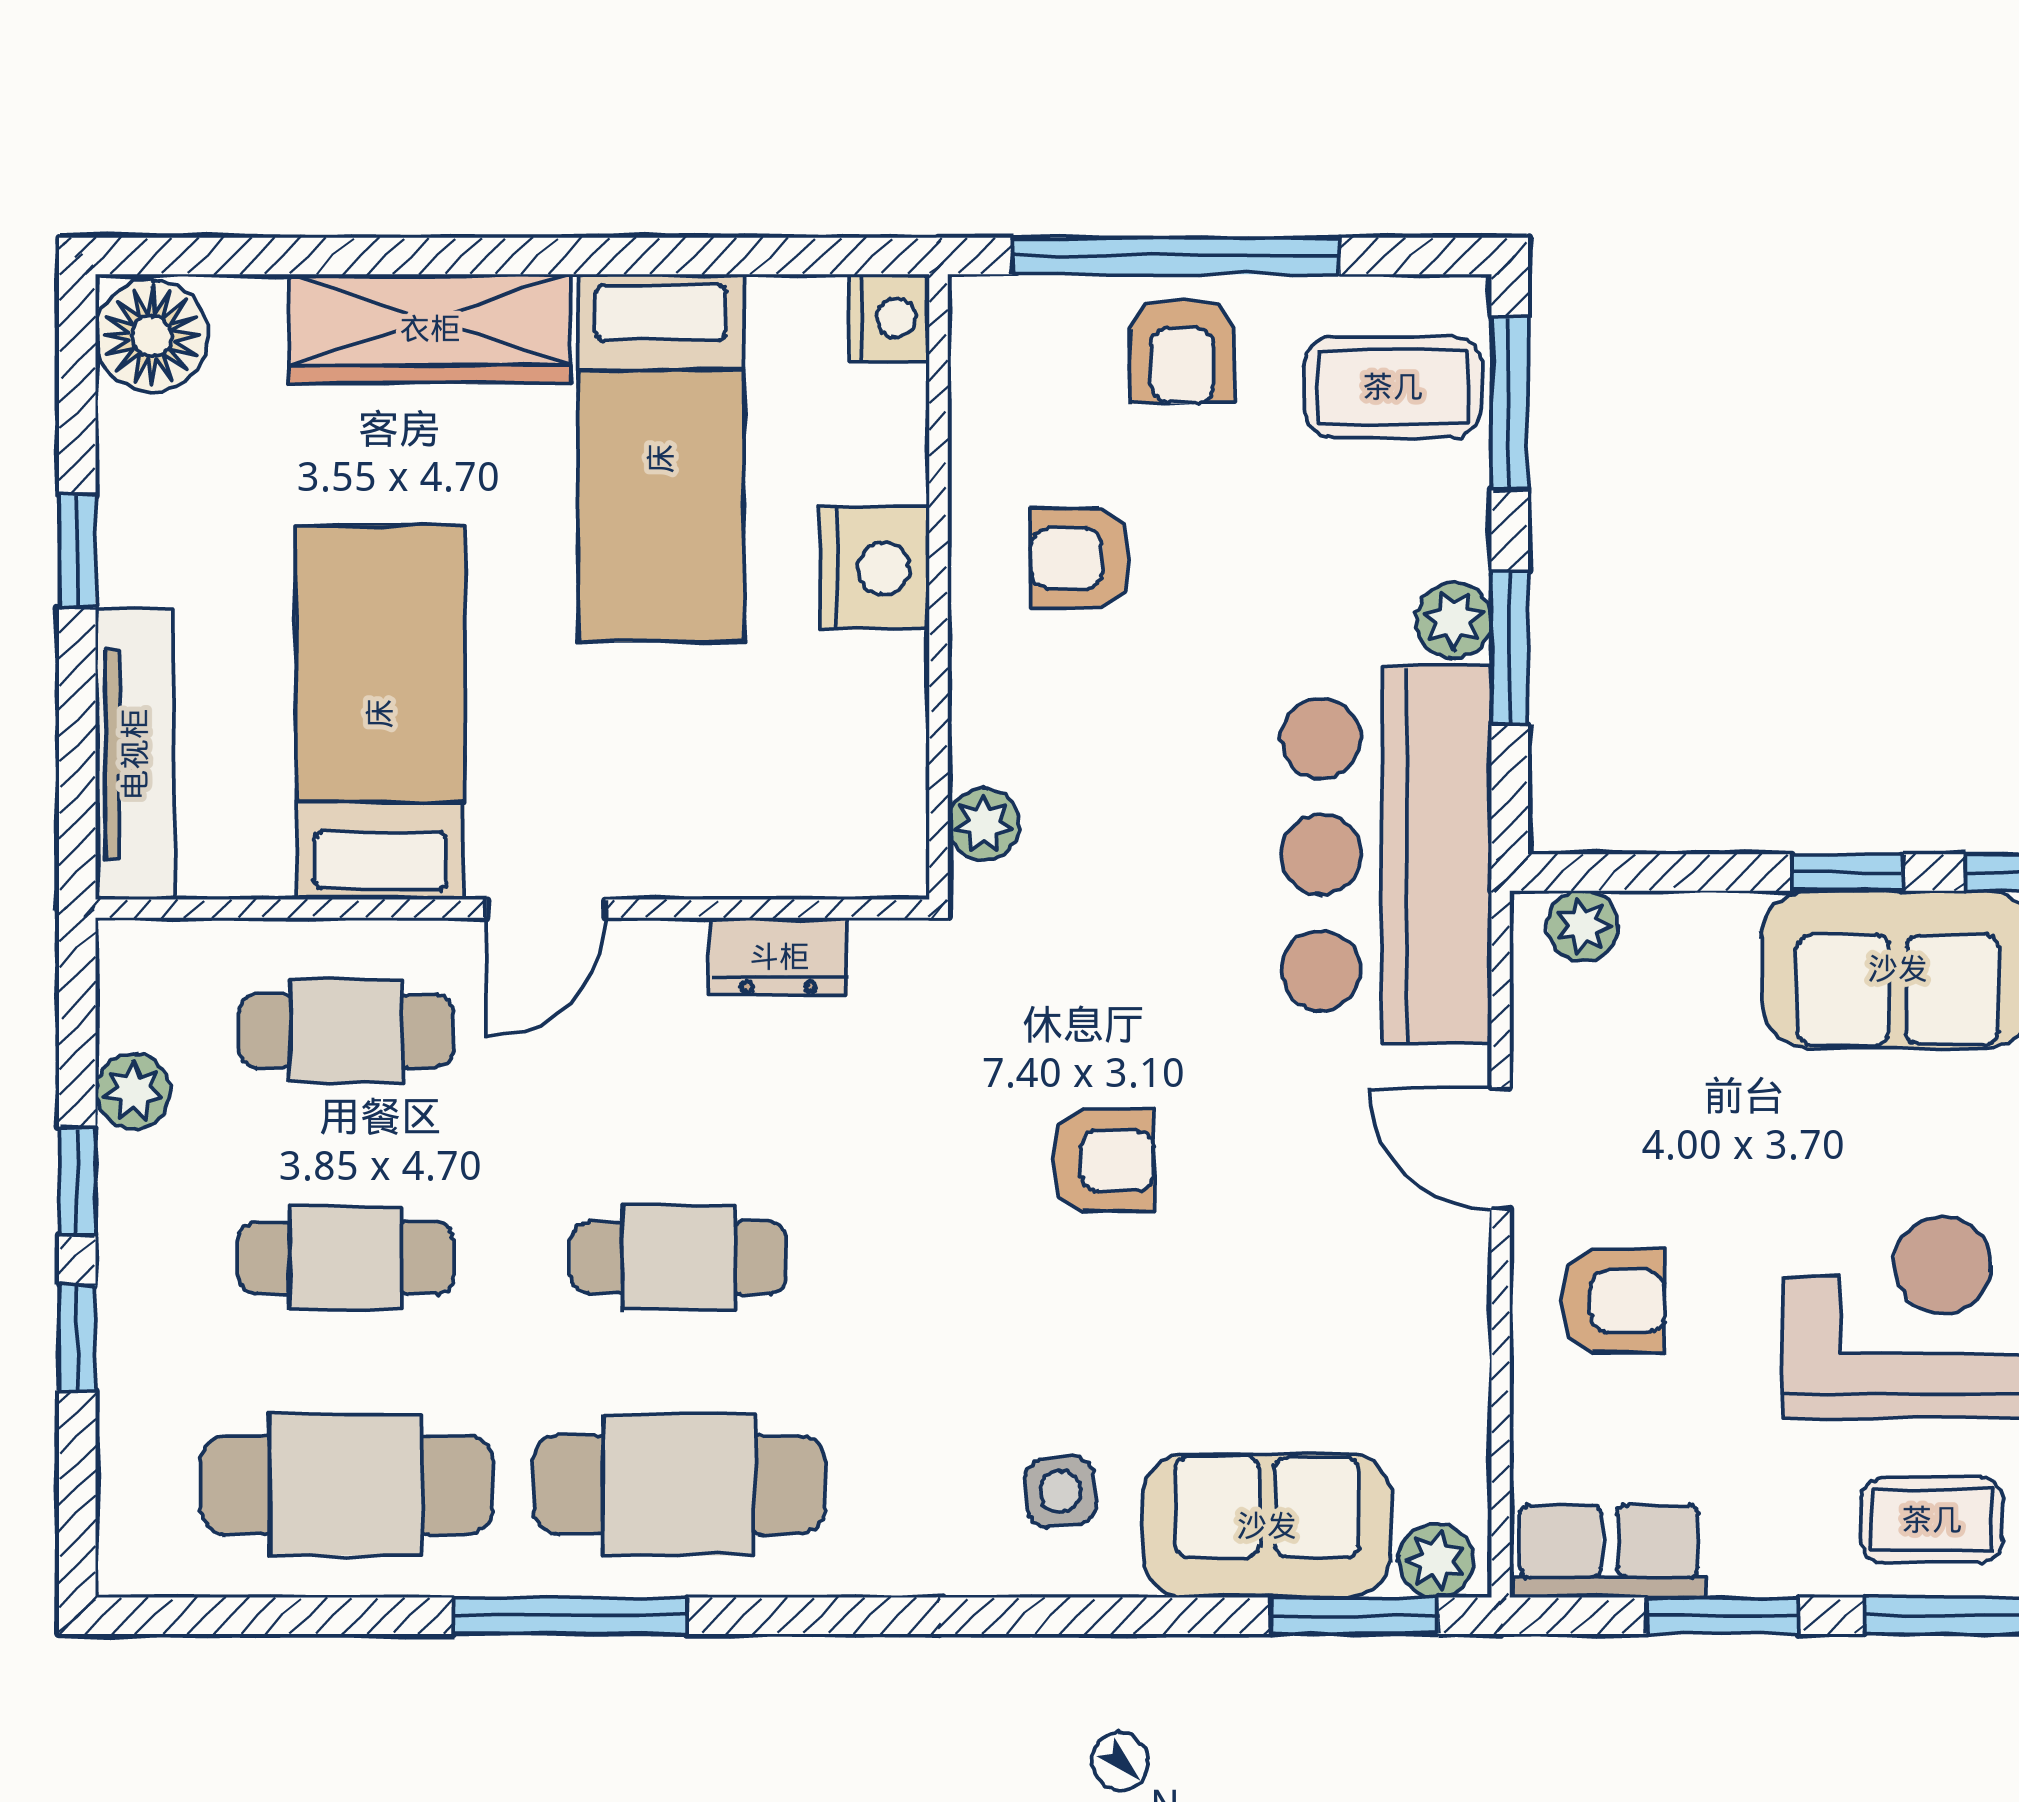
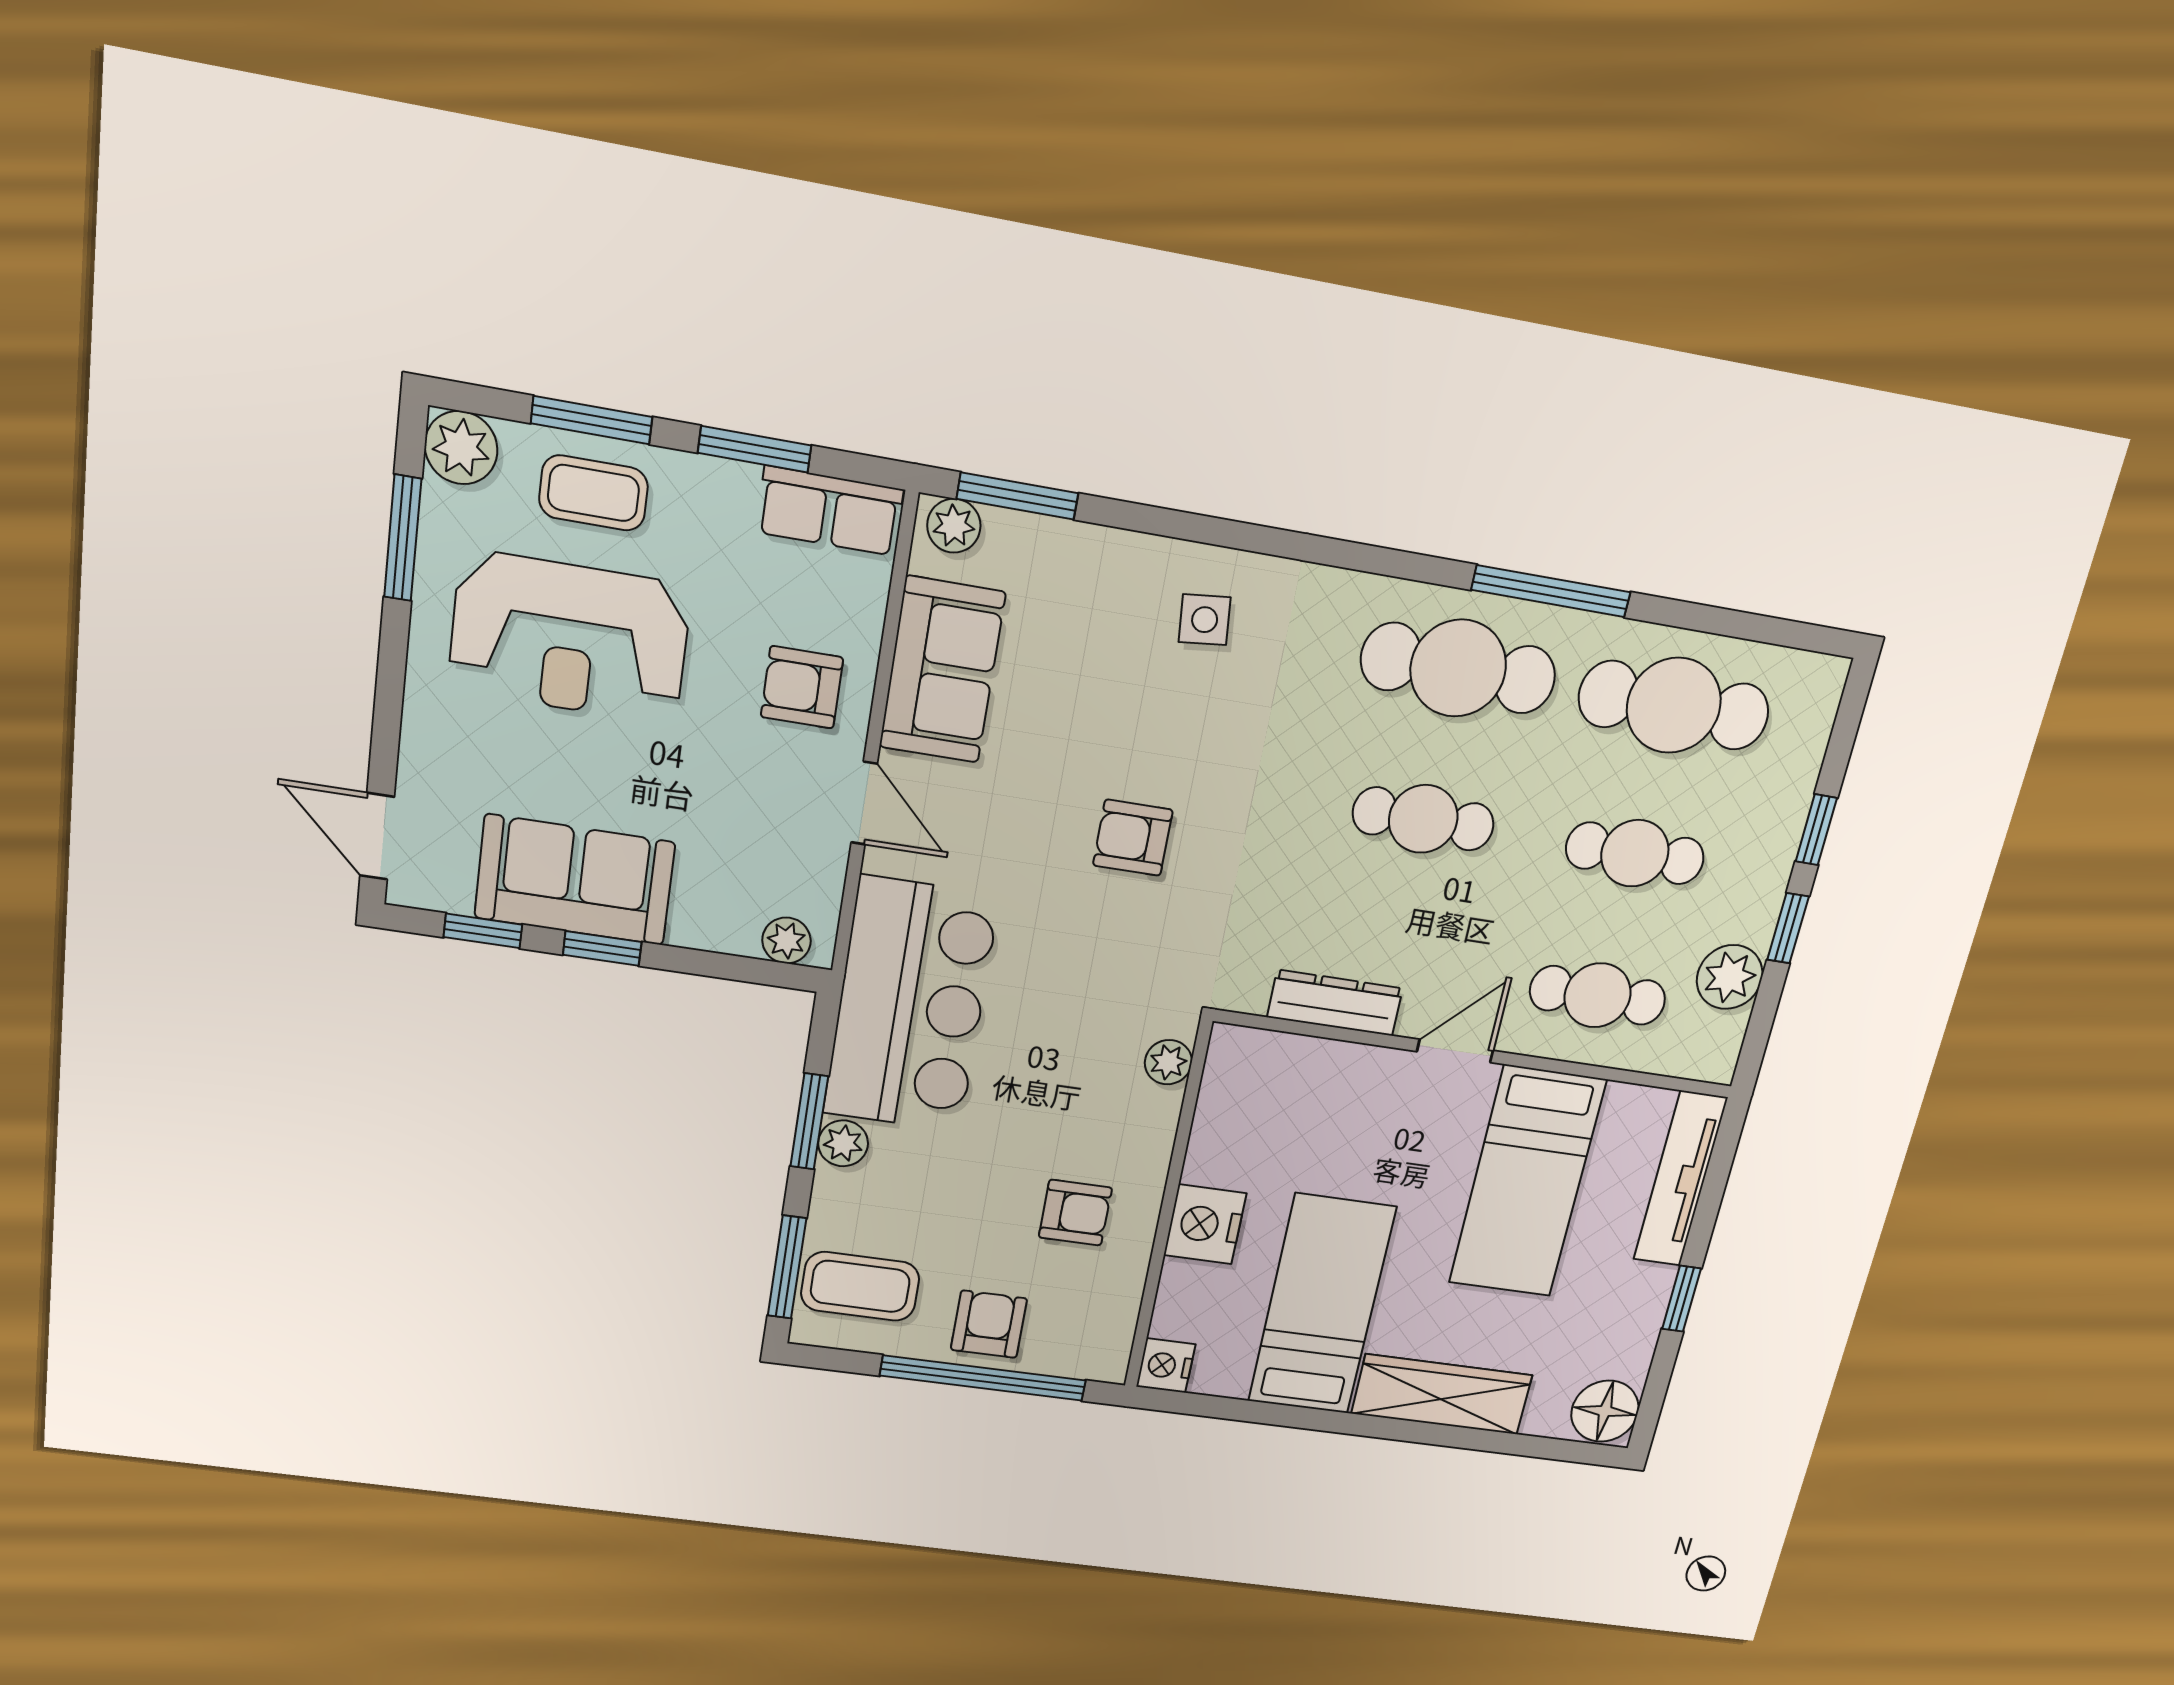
dresser: (779, 957) -> (1335, 1003), width x1.44
plant: (133, 1091) -> (1730, 977), width x1.38, depth x1.38
sofa: (1267, 1526) -> (942, 670), moved, turned -90

